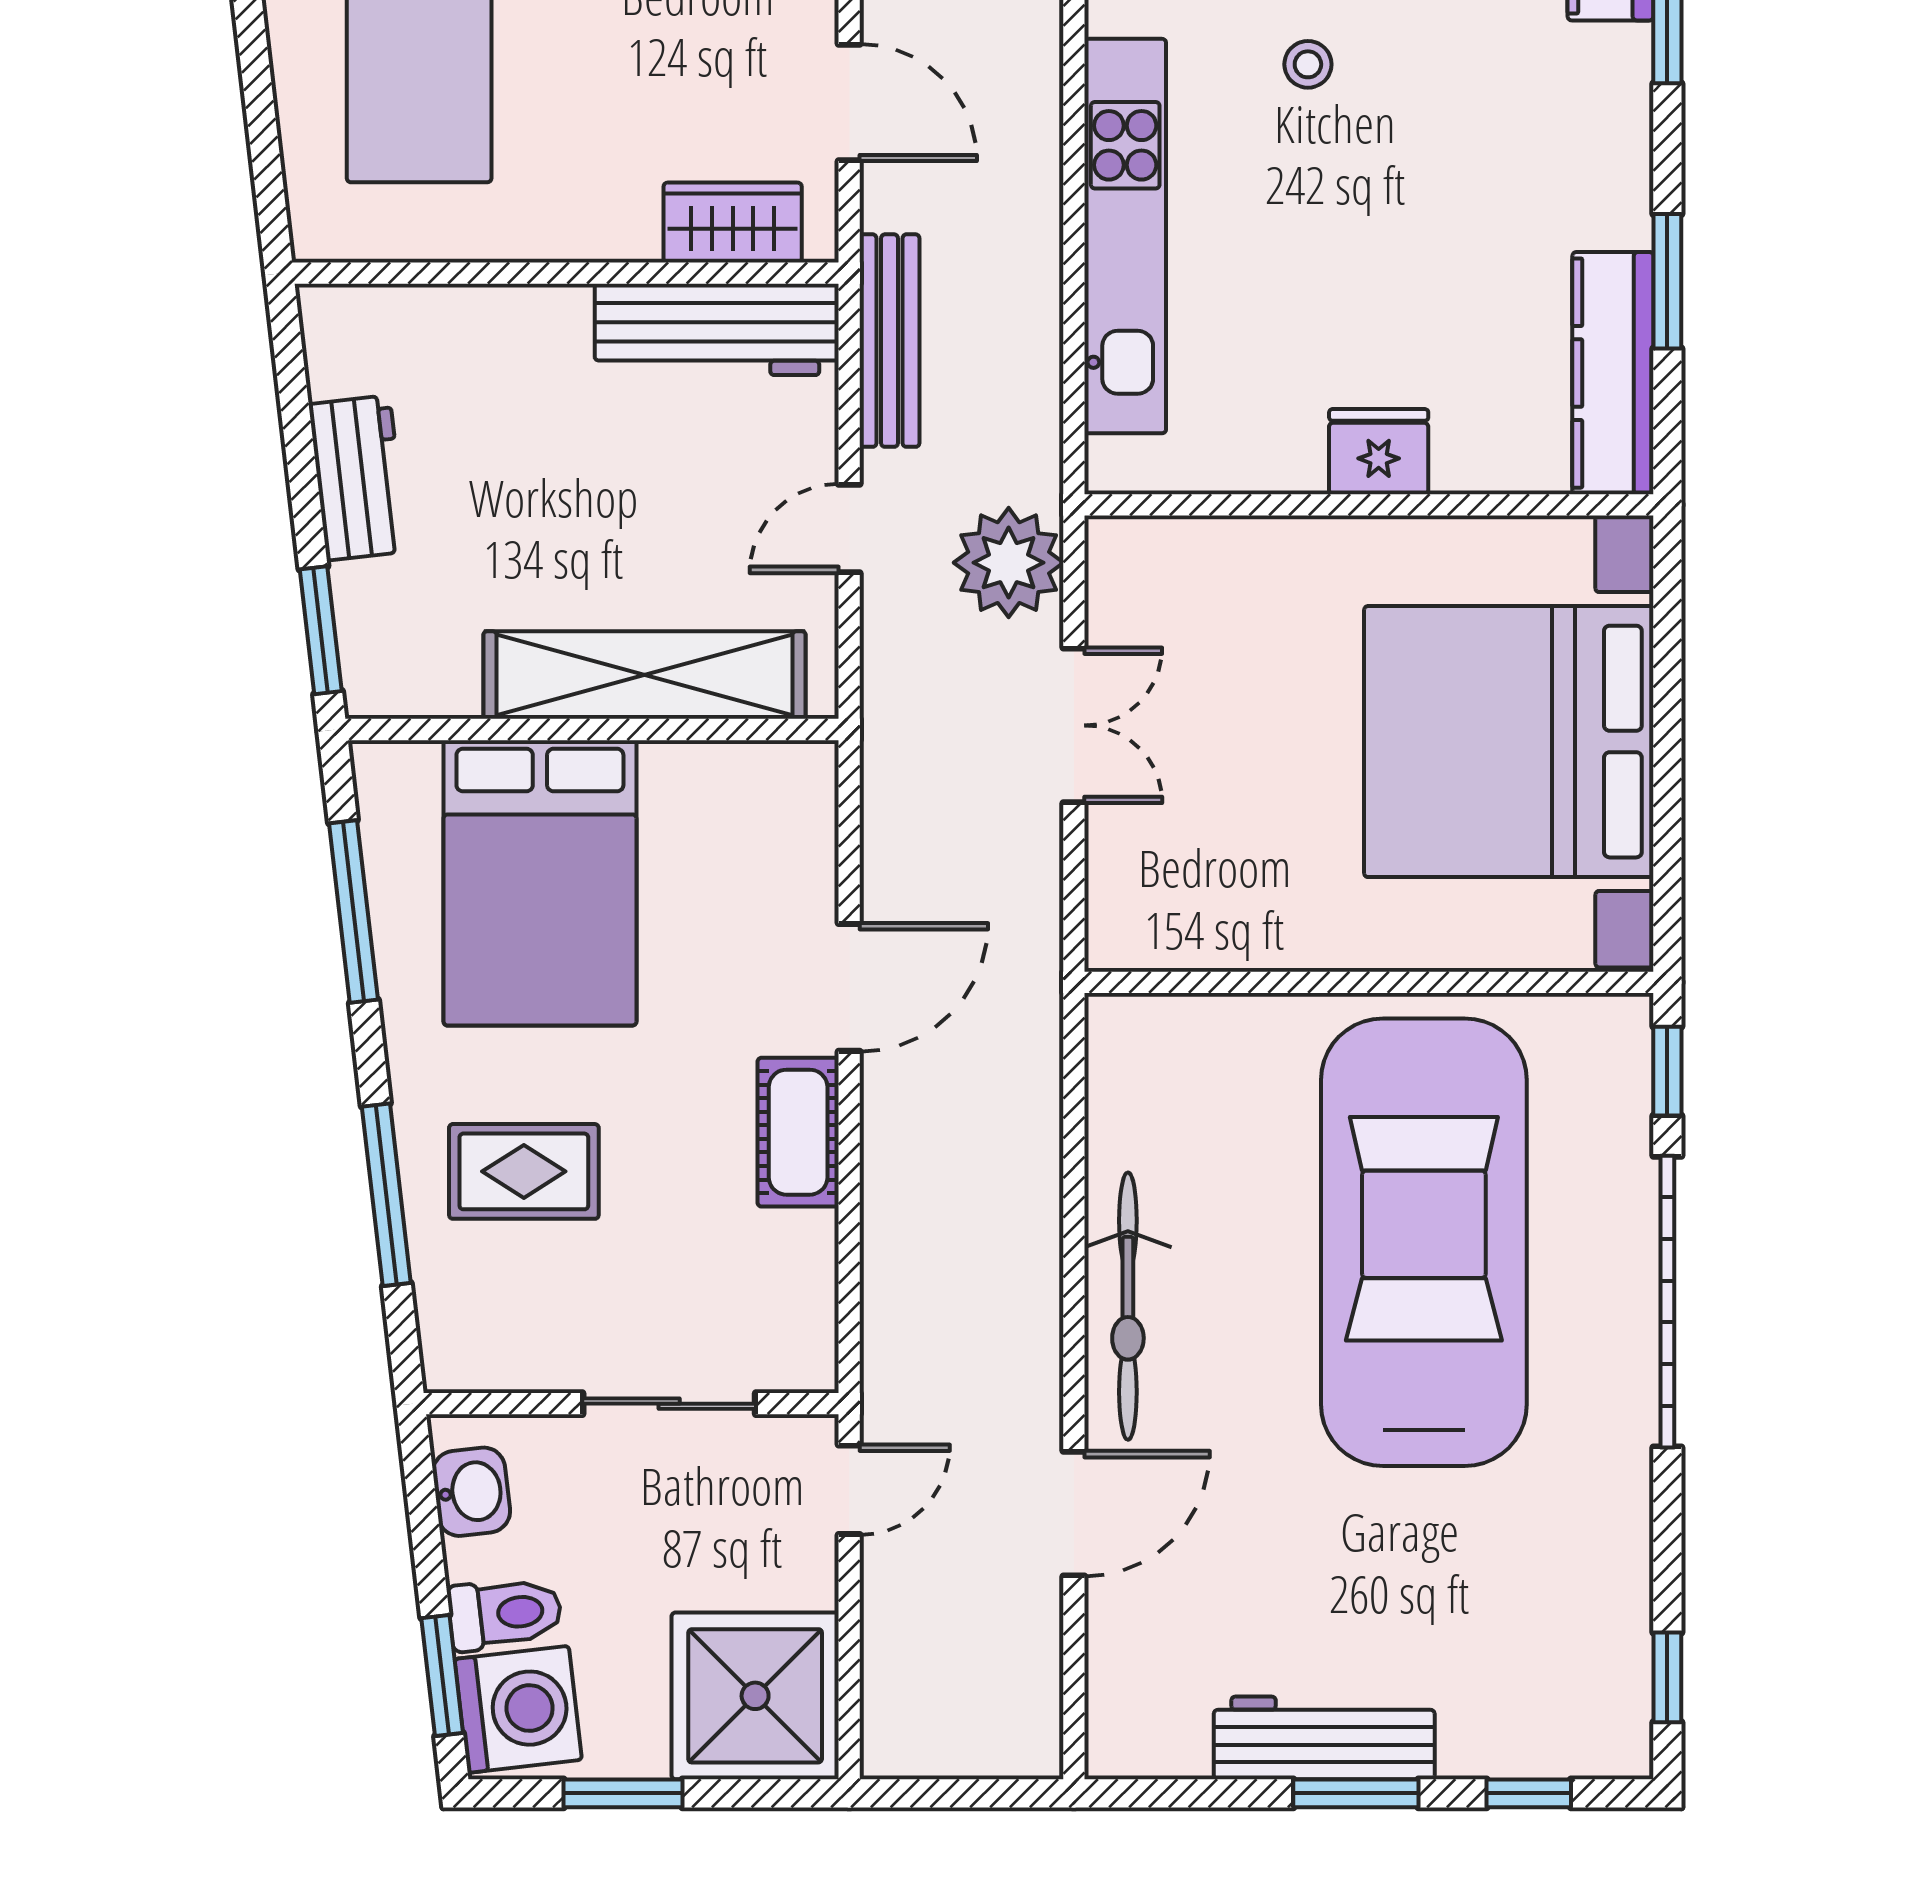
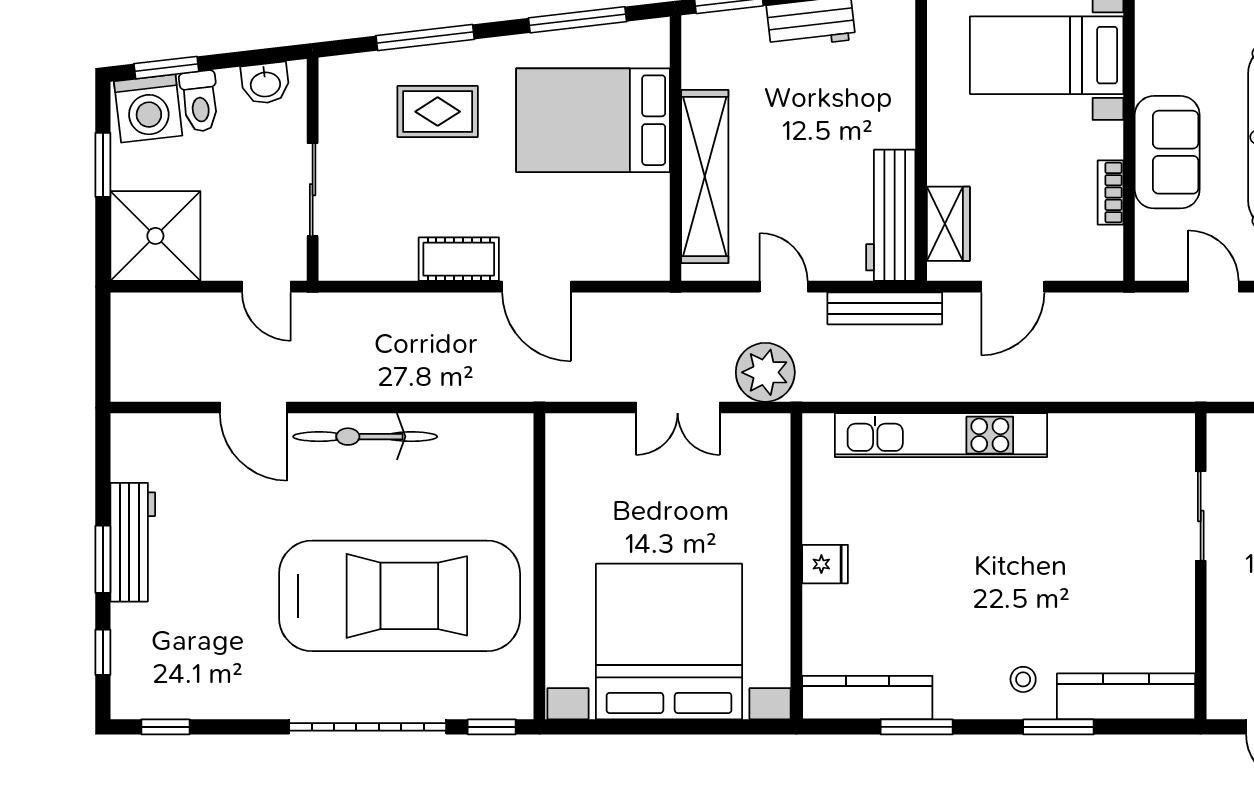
stool: (1308, 64) -> (1023, 679), moved
fridge: (1379, 452) -> (825, 564), width x0.72
rug: (524, 1171) -> (438, 112), turned 90

